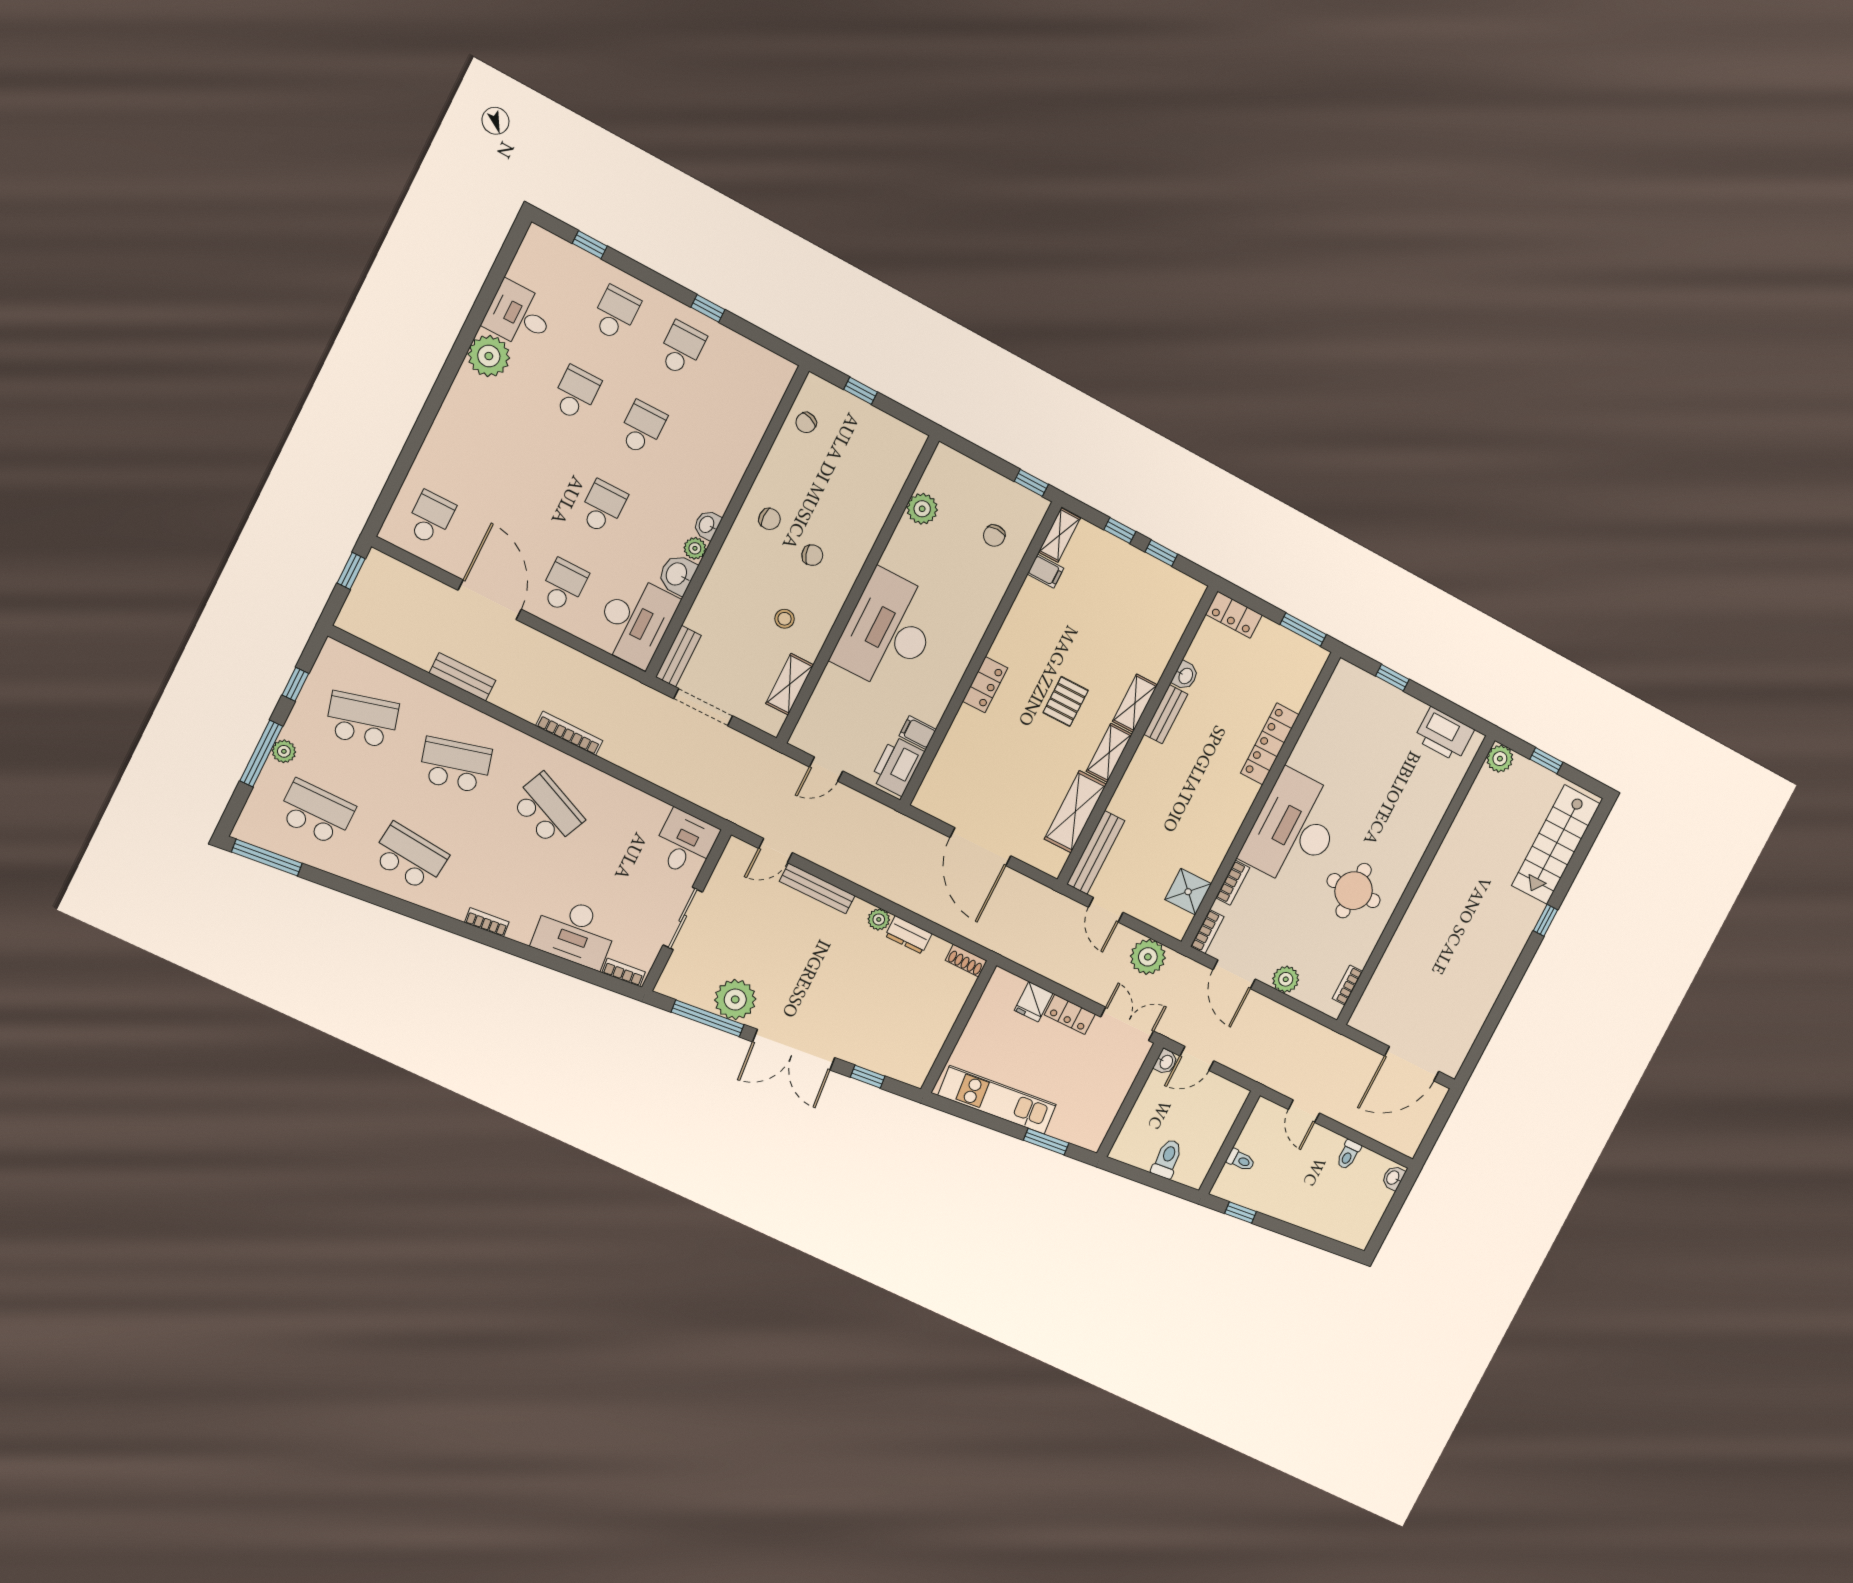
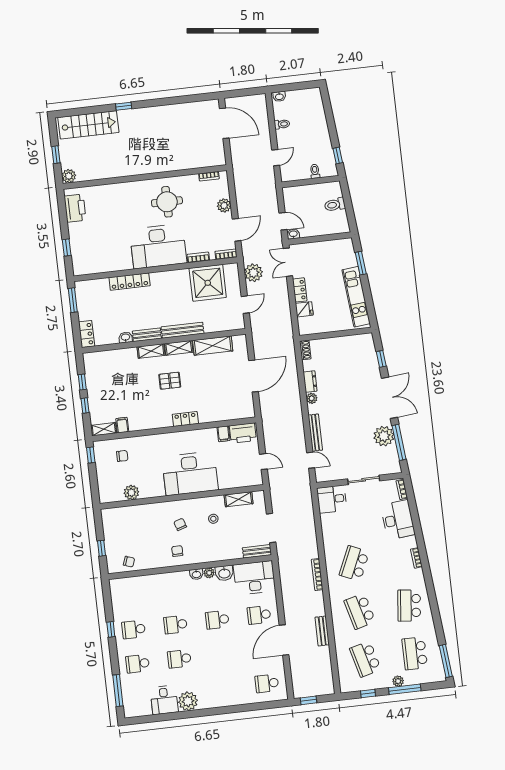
window: (590, 245) -> (118, 690), width x2.17
bench: (1096, 852) -> (182, 330), moved
shower: (1188, 892) -> (208, 283), width x1.86, depth x1.86

